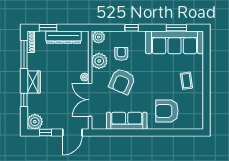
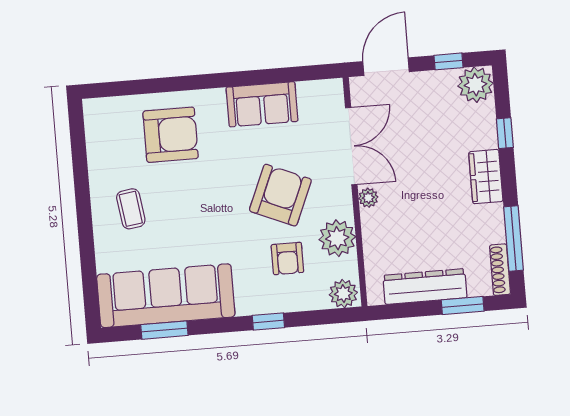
sofa: (127, 121) -> (262, 104), width x0.73

